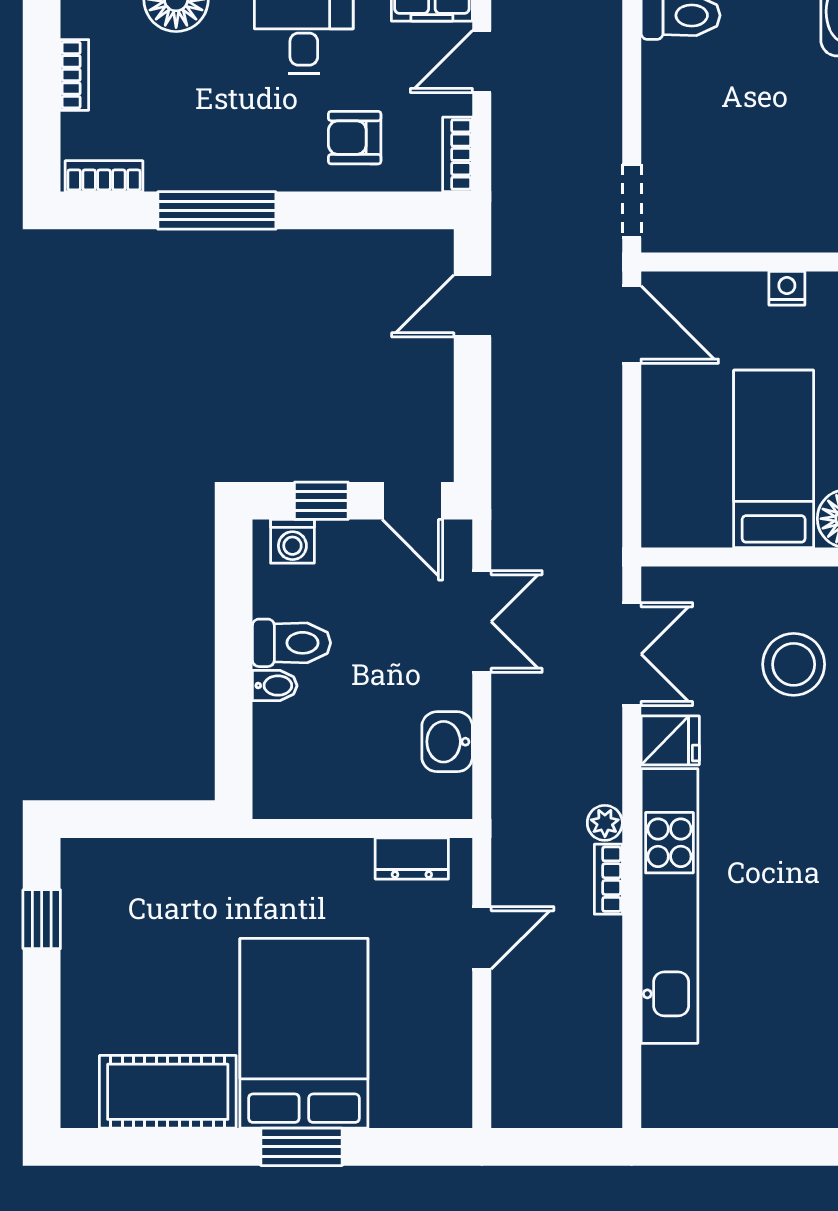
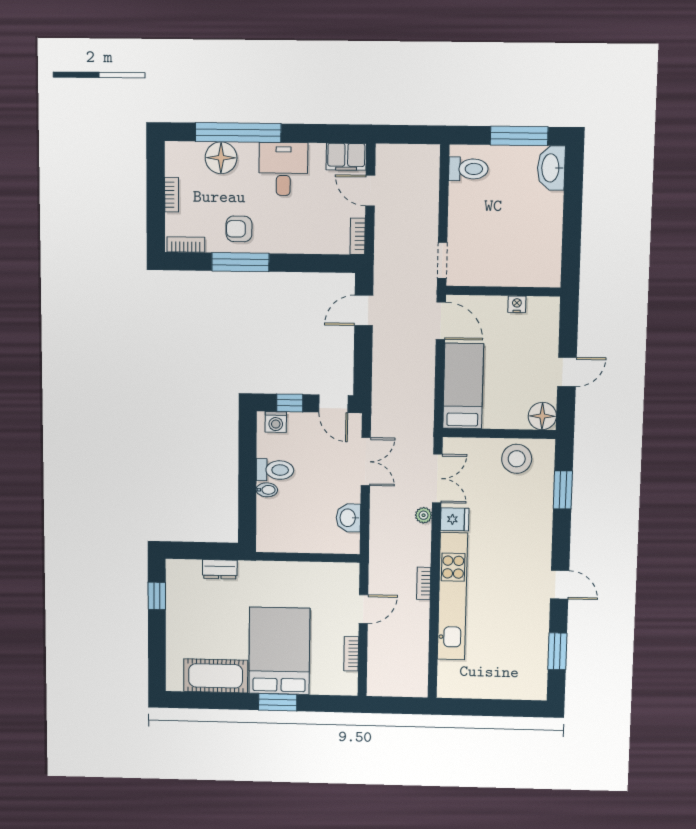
door: (482, 62) -> (370, 191), hinge flipped
armchair: (355, 138) -> (239, 229), moved
bed: (774, 459) -> (463, 386), moved
stool: (794, 664) -> (517, 459), moved
plant: (605, 823) -> (424, 515), moved
dresser: (412, 858) -> (220, 569), moved
bookcase: (457, 1036) -> (351, 654), added

